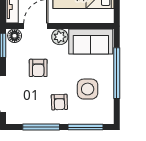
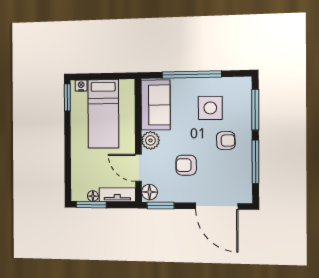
armchair: (38, 68) -> (186, 165), turned 180

